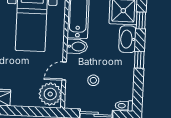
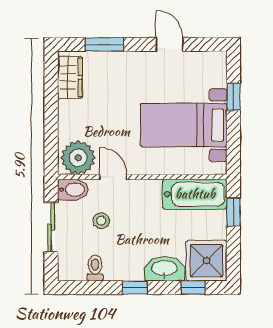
bidet: (77, 46) -> (73, 190), moved, turned -90
toilet: (124, 106) -> (95, 268), moved

